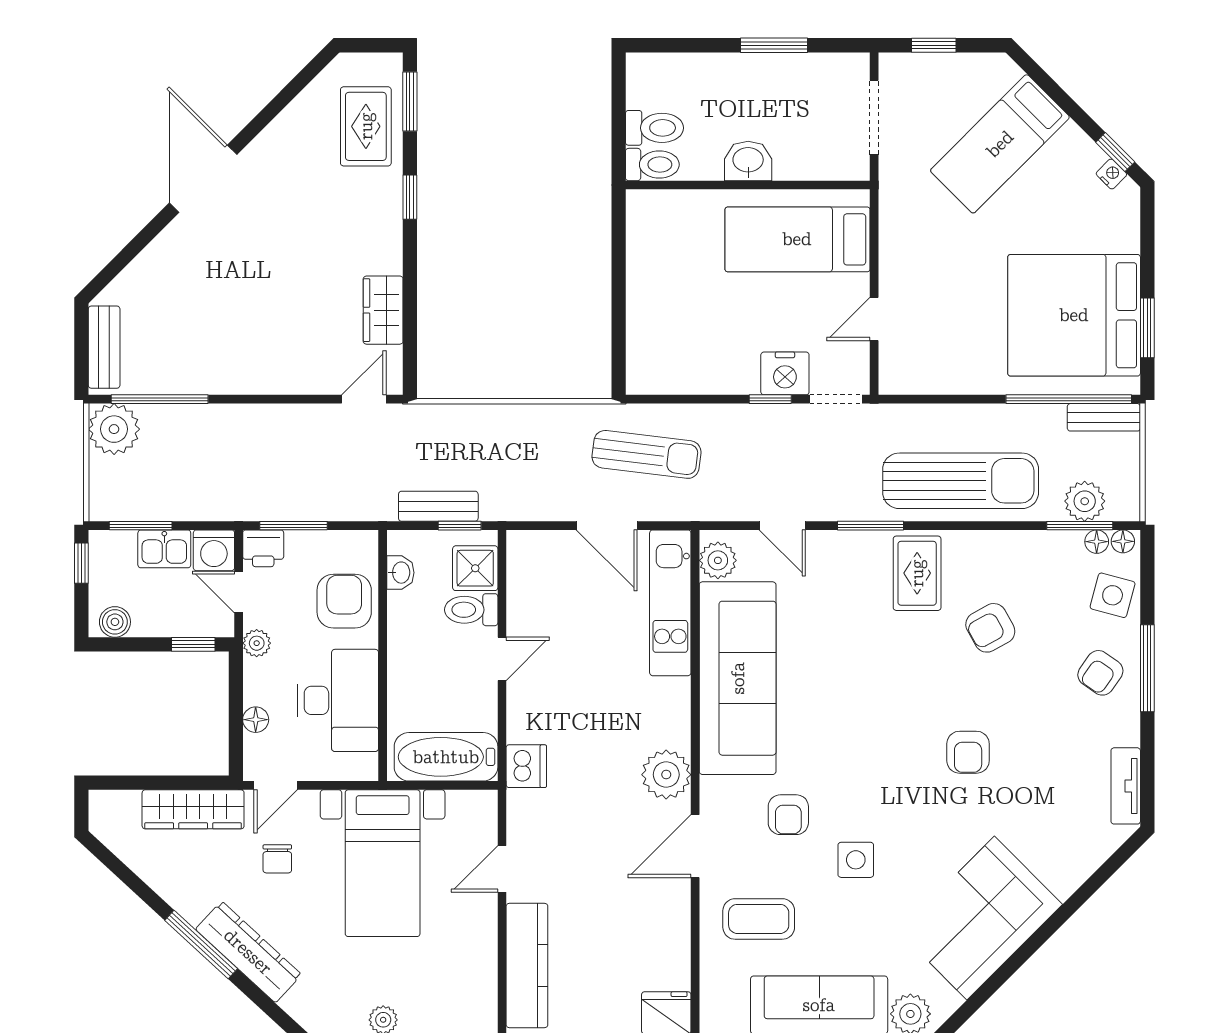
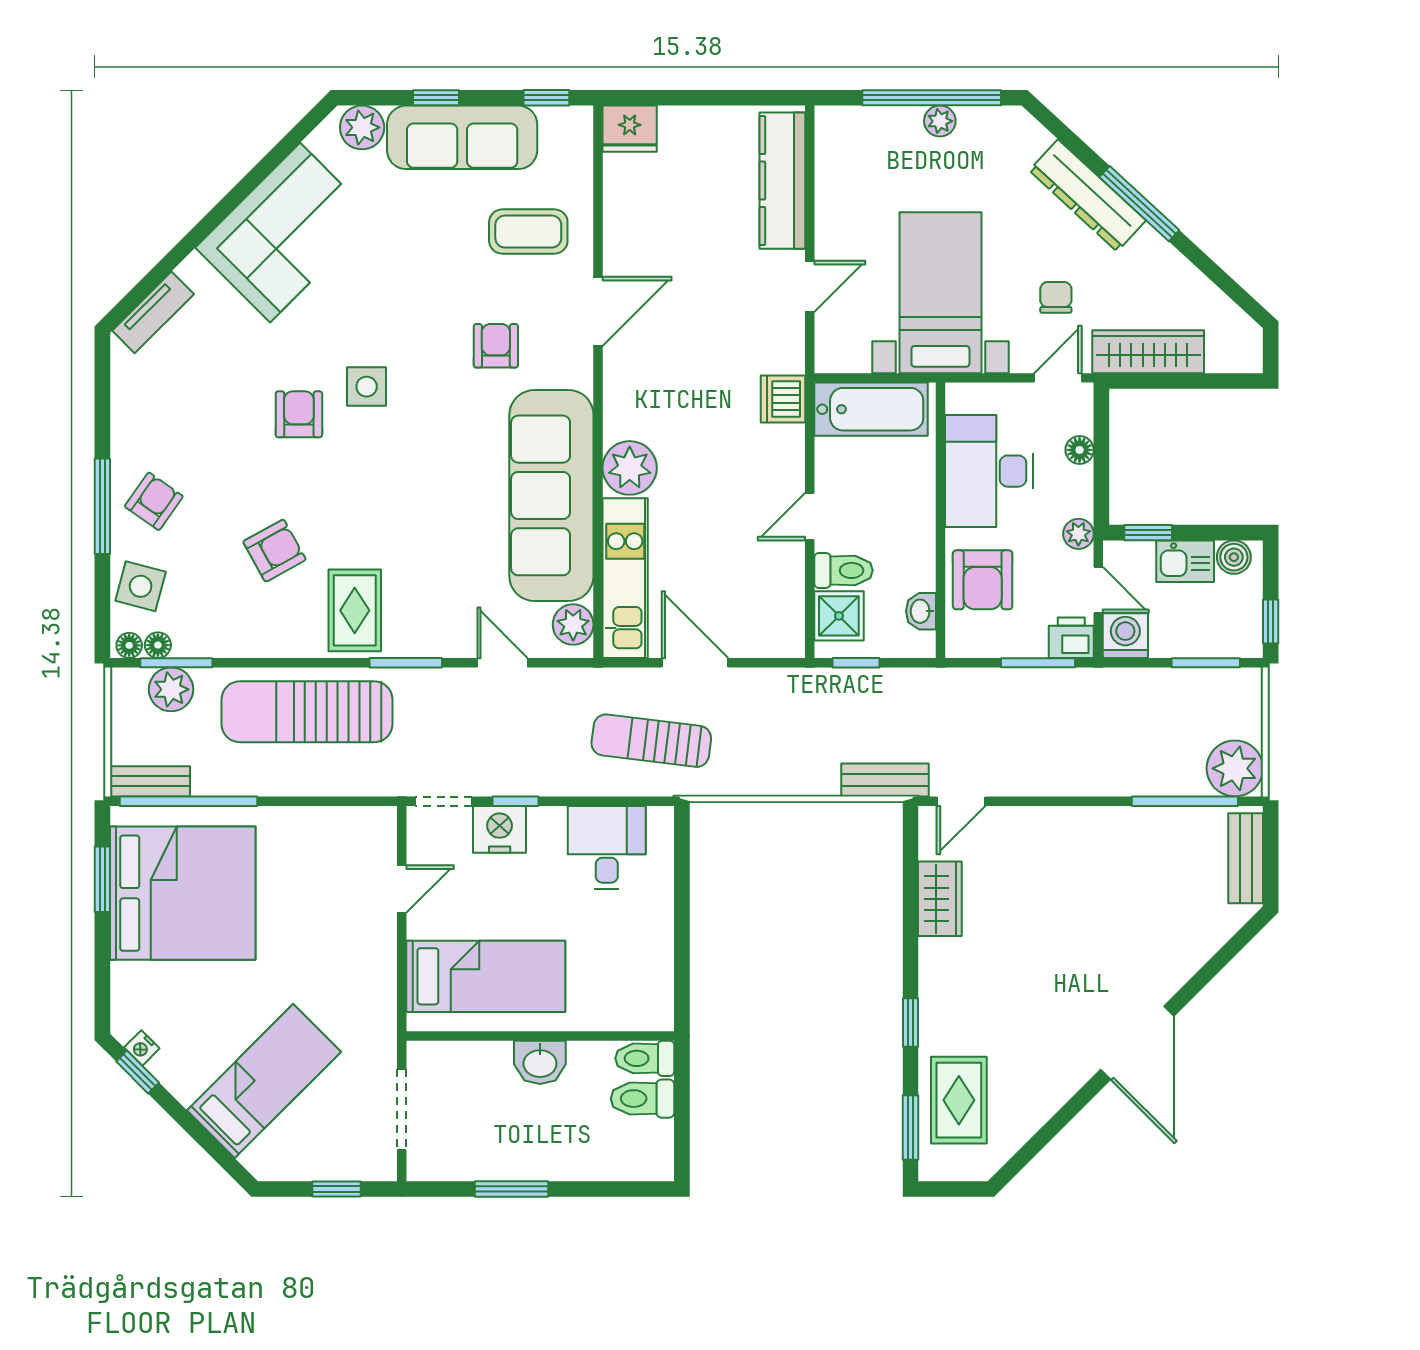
desk: (687, 357) -> (607, 848), added
bench: (438, 506) -> (885, 780), moved
kitchen sink: (164, 549) -> (1185, 561), moved, turned 180
plant: (666, 775) -> (630, 468), moved
tv unit: (1126, 786) -> (153, 312), moved, turned 45
side table: (856, 860) -> (367, 387), moved

